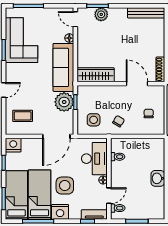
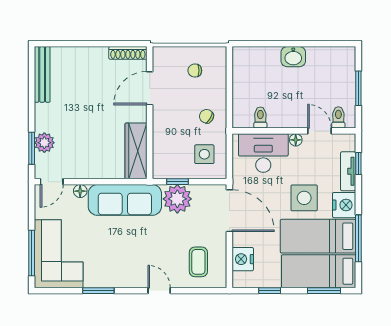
corner sofa: (21, 40) -> (59, 254), moved, turned 90
nightstand: (13, 145) -> (243, 259), moved
tv unit: (94, 215) -> (348, 171), moved

